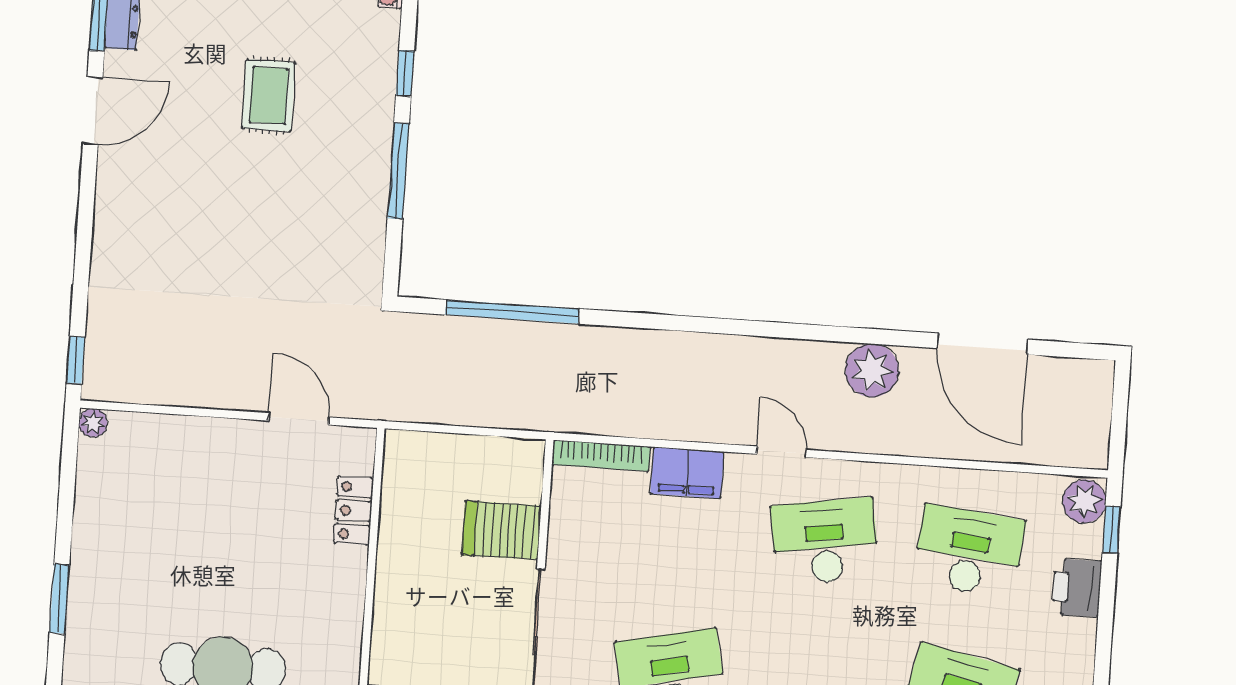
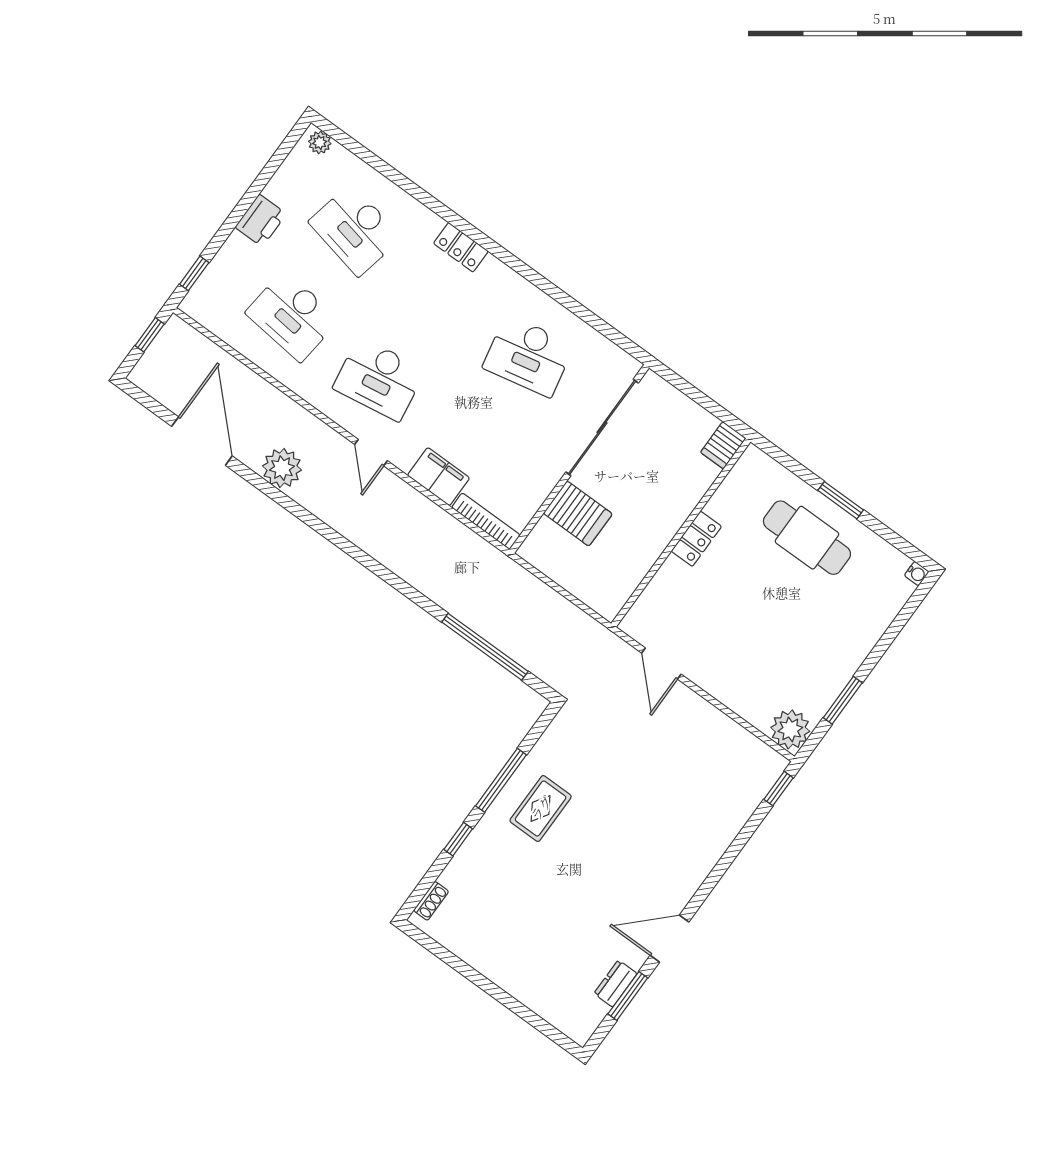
rug: (269, 95) -> (541, 808), moved
plant: (93, 423) -> (790, 729), width x1.88, depth x1.88
window: (1118, 428) -> (150, 335), added
plant: (1084, 501) -> (200, 302), removed
locker: (353, 511) -> (696, 539), moved
printer: (1077, 588) -> (261, 220), moved
window: (59, 599) -> (843, 700), moved

